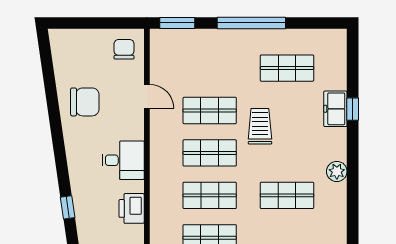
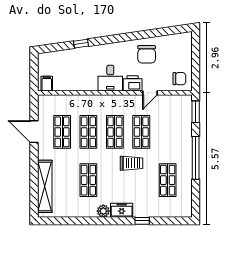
freezer: (335, 109) -> (122, 210), moved
printer: (132, 208) -> (133, 83), moved

